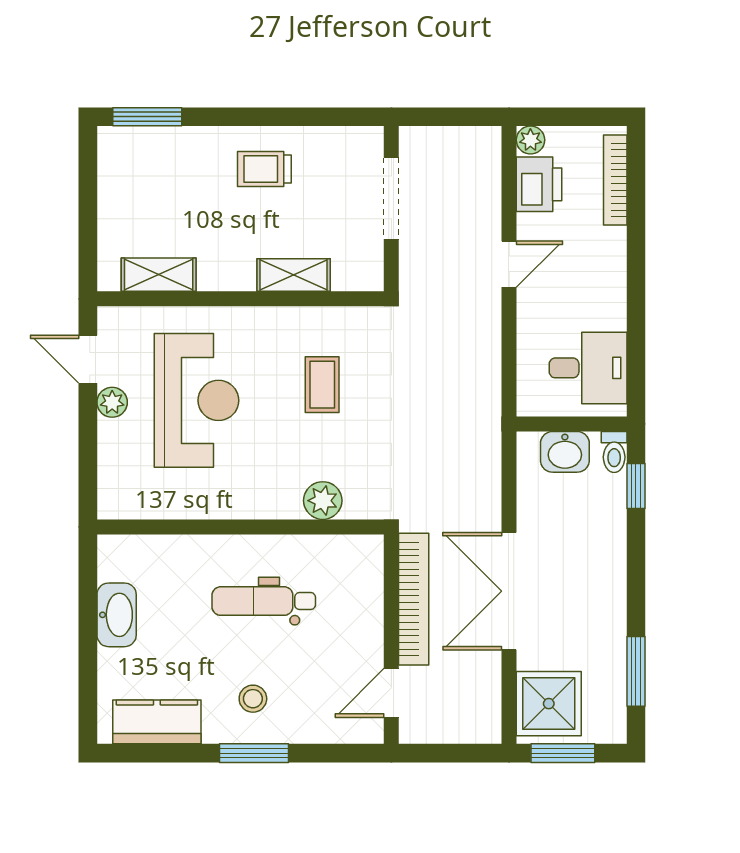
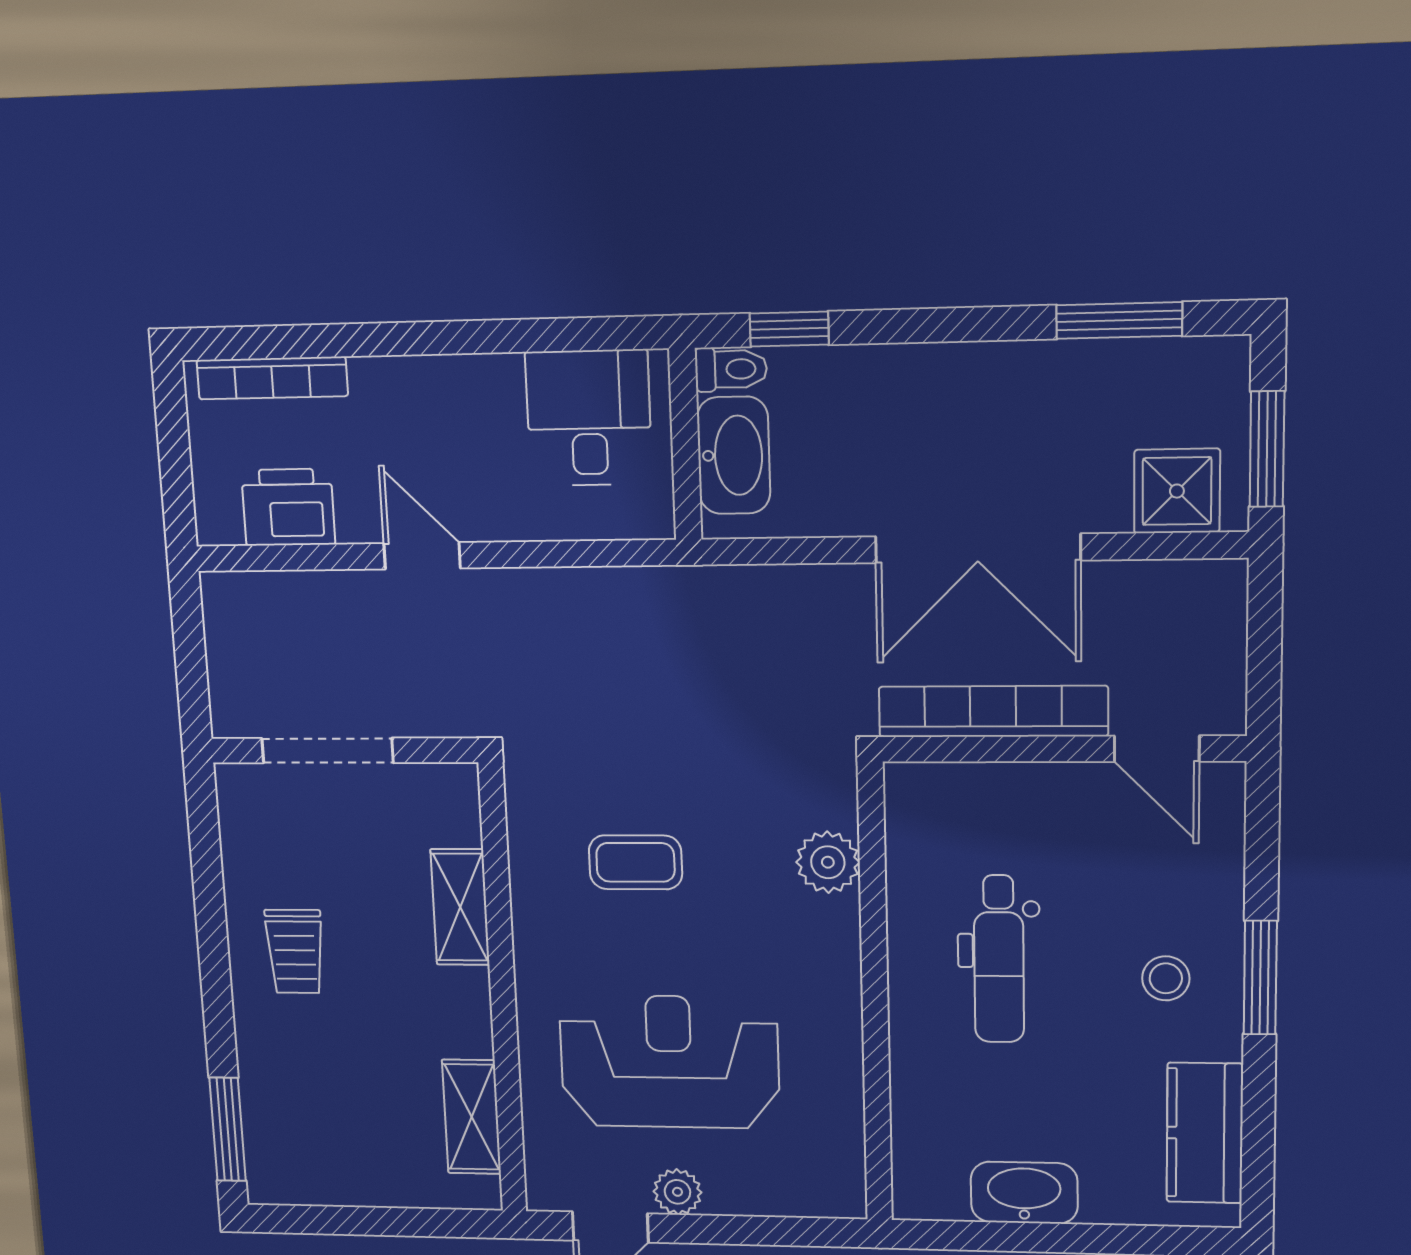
plant: (530, 140) -> (217, 523), removed
washbasin: (565, 452) -> (734, 455), width x1.38
shower: (549, 704) -> (1177, 491), width x0.73, depth x0.73

